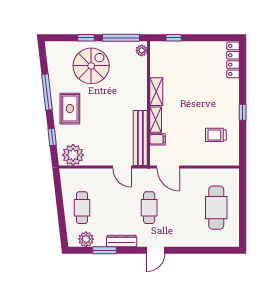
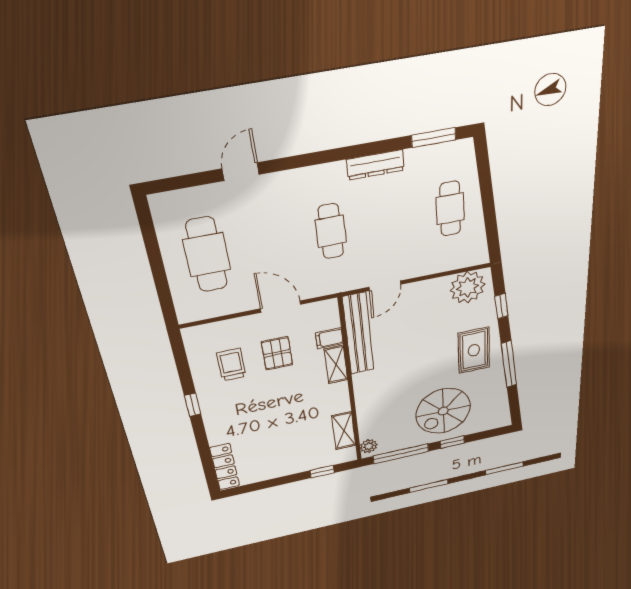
shelving: (156, 92) -> (344, 431), moved
trolley: (216, 135) -> (231, 365), turned -90
pallet: (189, 136) -> (277, 353), added
door: (122, 167) -> (385, 286), swing flipped
door: (168, 167) -> (281, 307), moved
plant: (86, 239) -> (441, 156), removed
window: (105, 250) -> (434, 138), moved
door: (156, 250) -> (241, 172), moved

